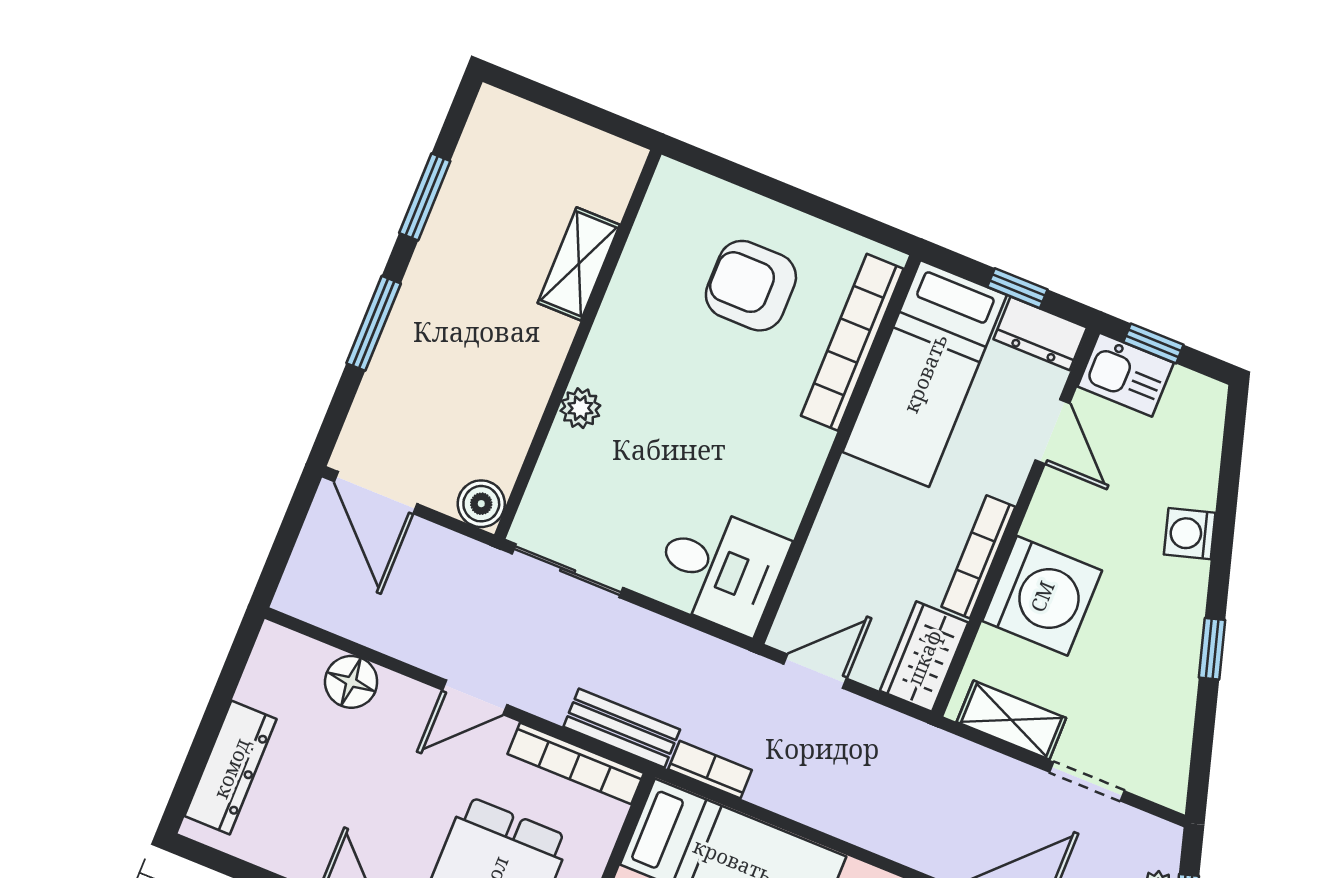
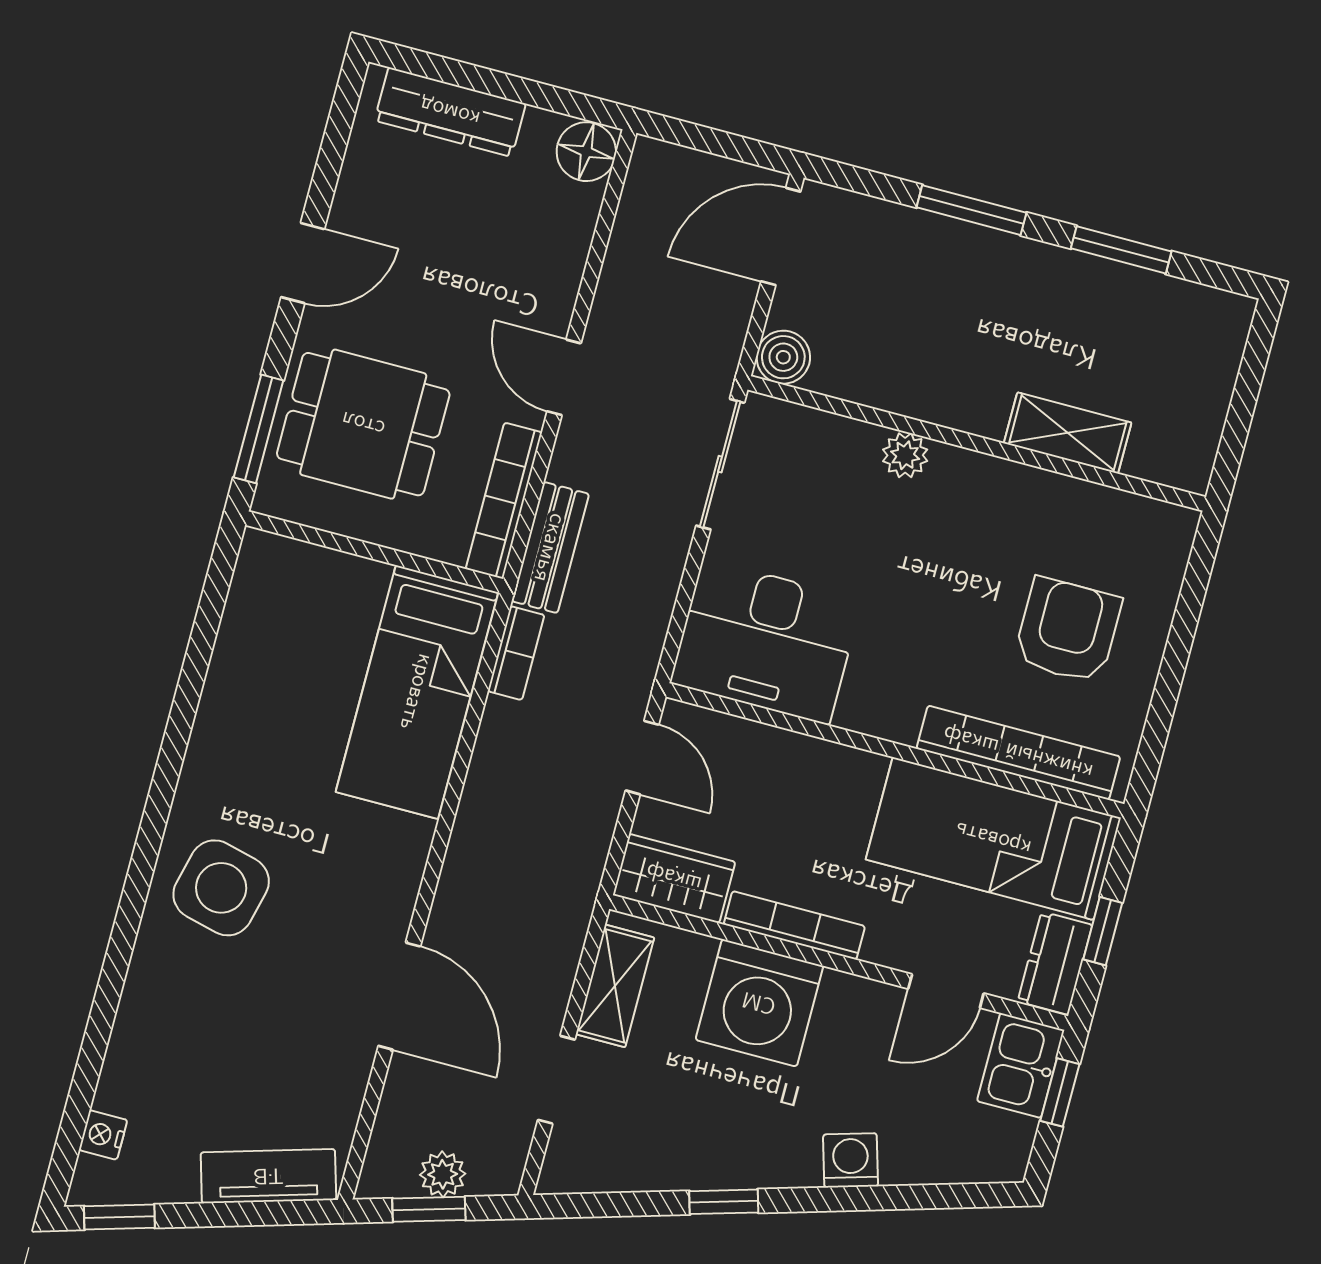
desk: (720, 569) -> (766, 641), width x1.37
floor lamp: (351, 682) -> (586, 152), moved

